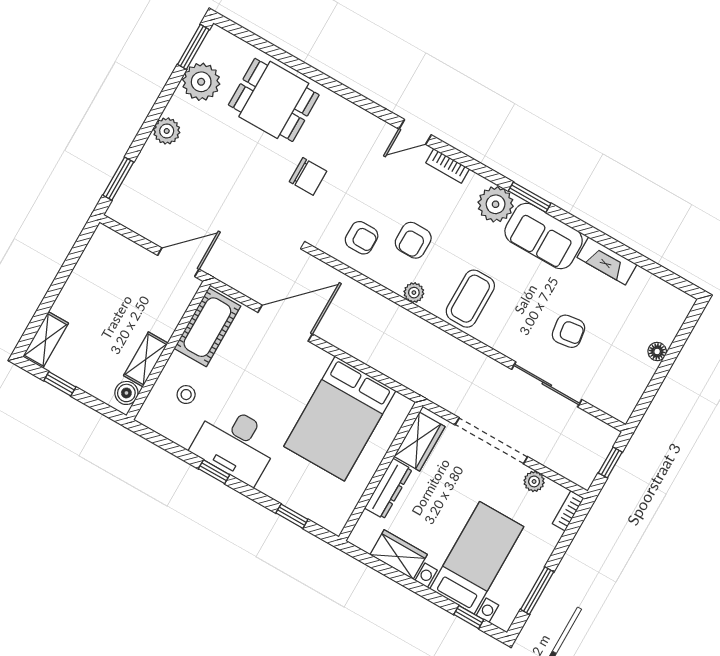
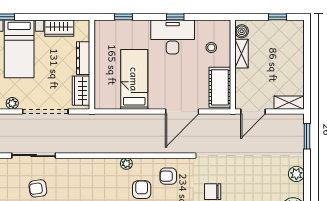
coffee table: (470, 299) -> (96, 177), removed
shelving: (46, 340) -> (289, 103), moved, turned 90
bed: (340, 419) -> (134, 79), width x0.67

